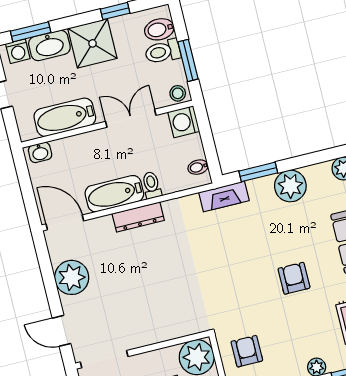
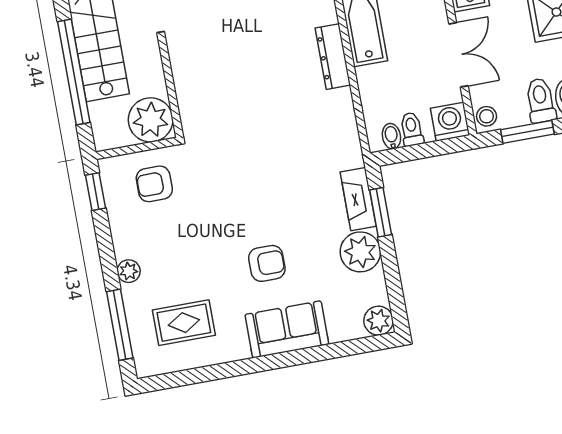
toilet: (152, 185) -> (412, 129), moved, turned -90
fireplace: (224, 196) -> (358, 199), moved
armchair: (294, 278) -> (267, 263), moved
armchair: (247, 351) -> (154, 184), turned 180

